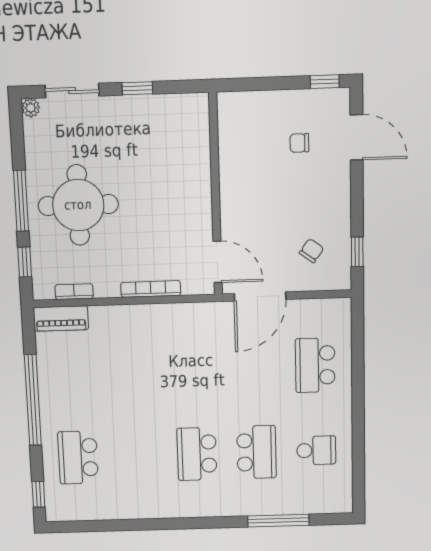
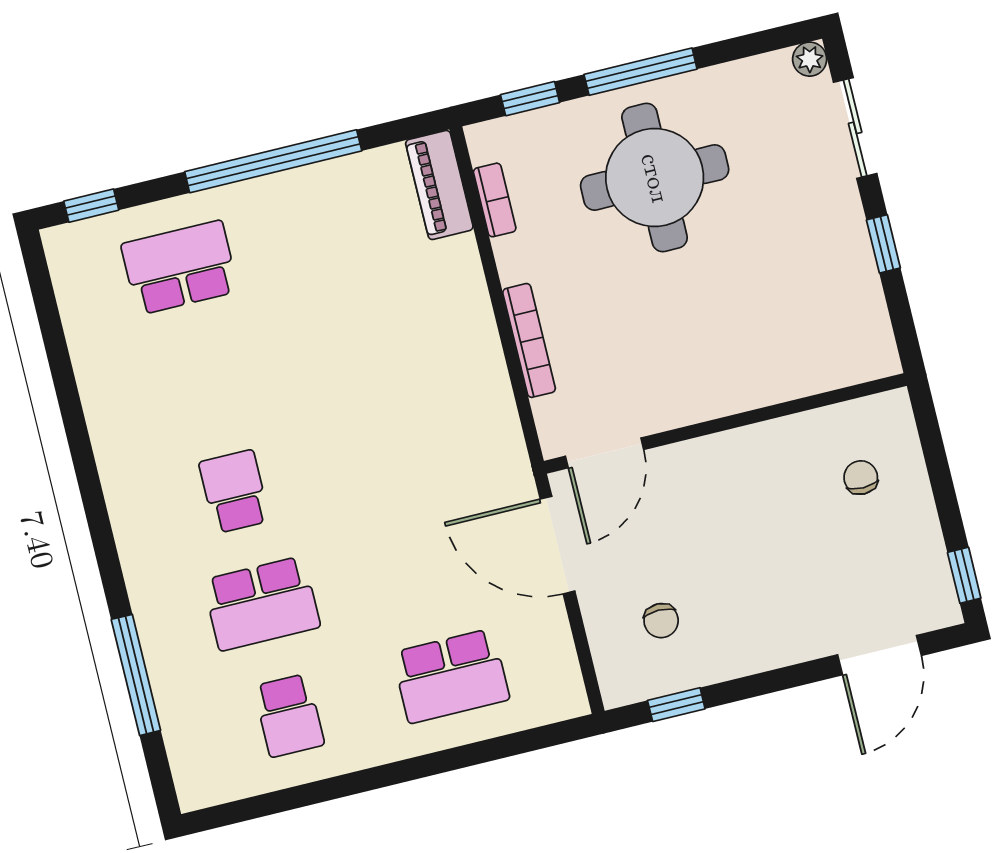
chair: (299, 143) -> (861, 478), moved
chair: (312, 251) -> (661, 621), turned 54
school desk: (315, 365) -> (451, 676), turned 180
school desk: (197, 454) -> (234, 492), width x0.54

